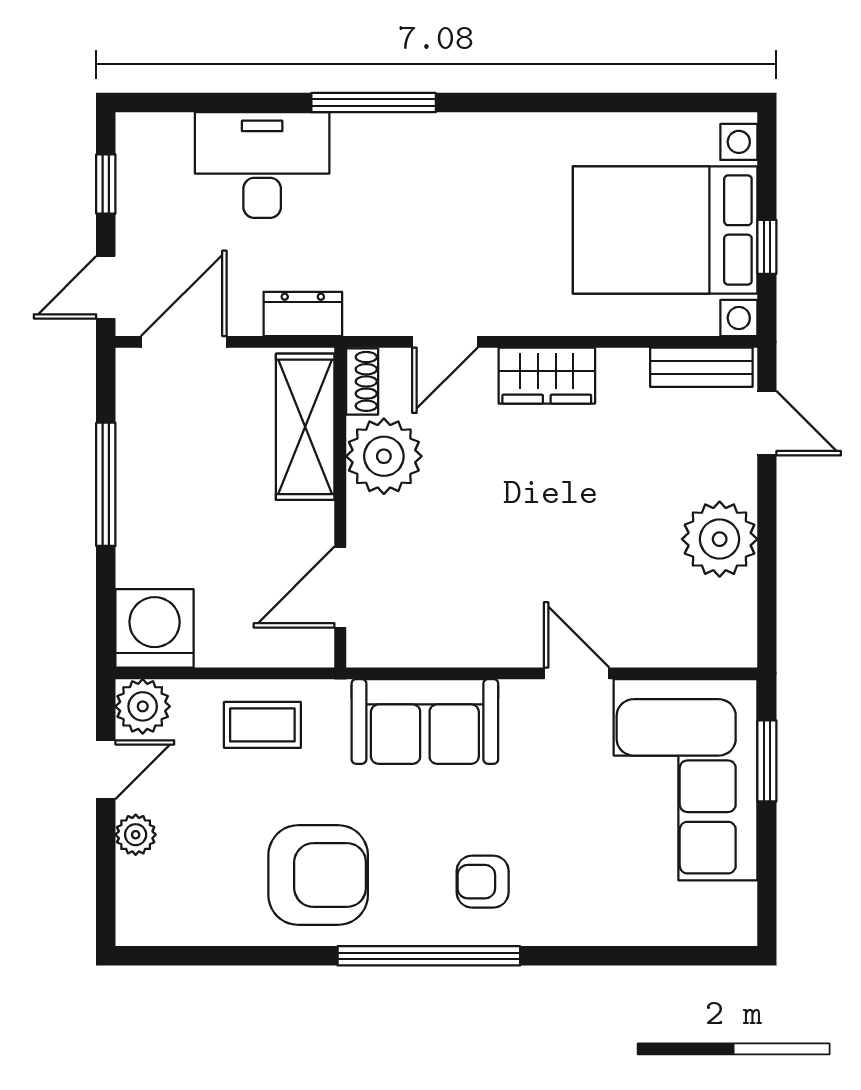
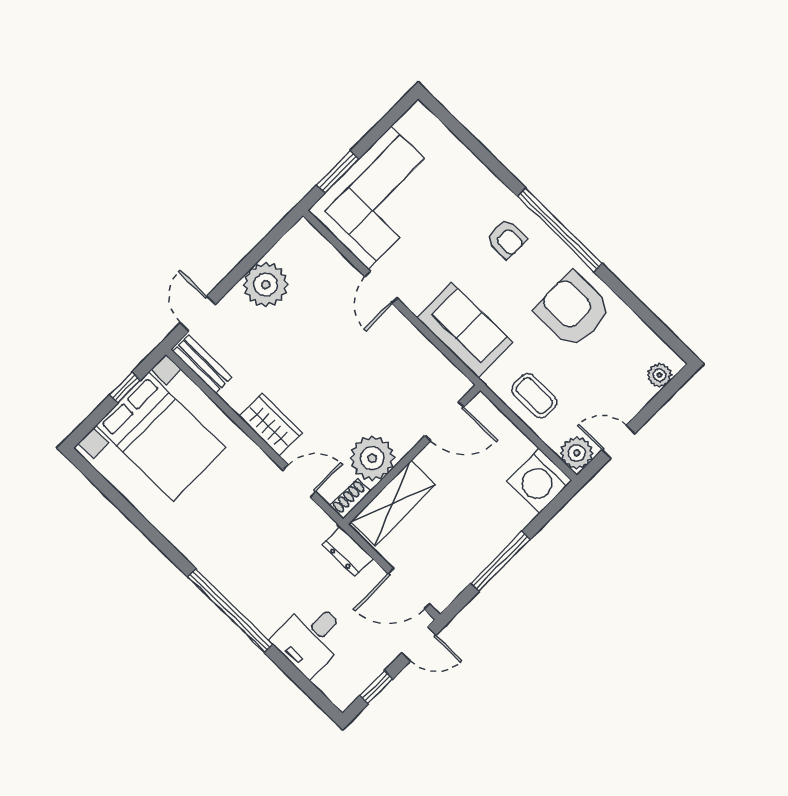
window: (374, 103) -> (230, 611), width x1.46
desk: (262, 165) -> (311, 638), width x0.73
plant: (136, 835) -> (659, 375), moved

